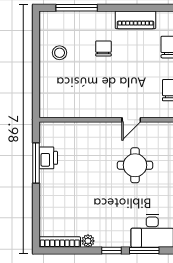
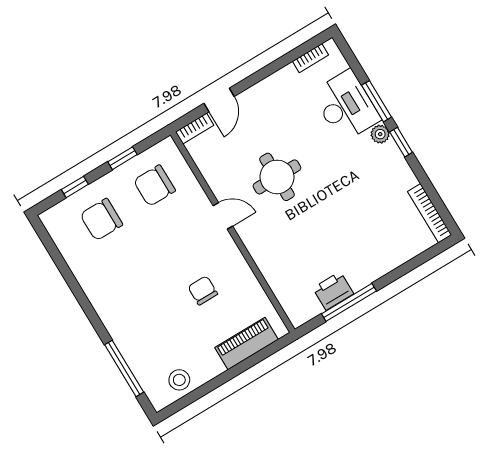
piano: (136, 20) -> (246, 343), moved, turned -90
chair: (103, 48) -> (203, 290), moved, turned 90
stool: (60, 53) -> (179, 380), moved
plant: (88, 241) -> (380, 134), moved

